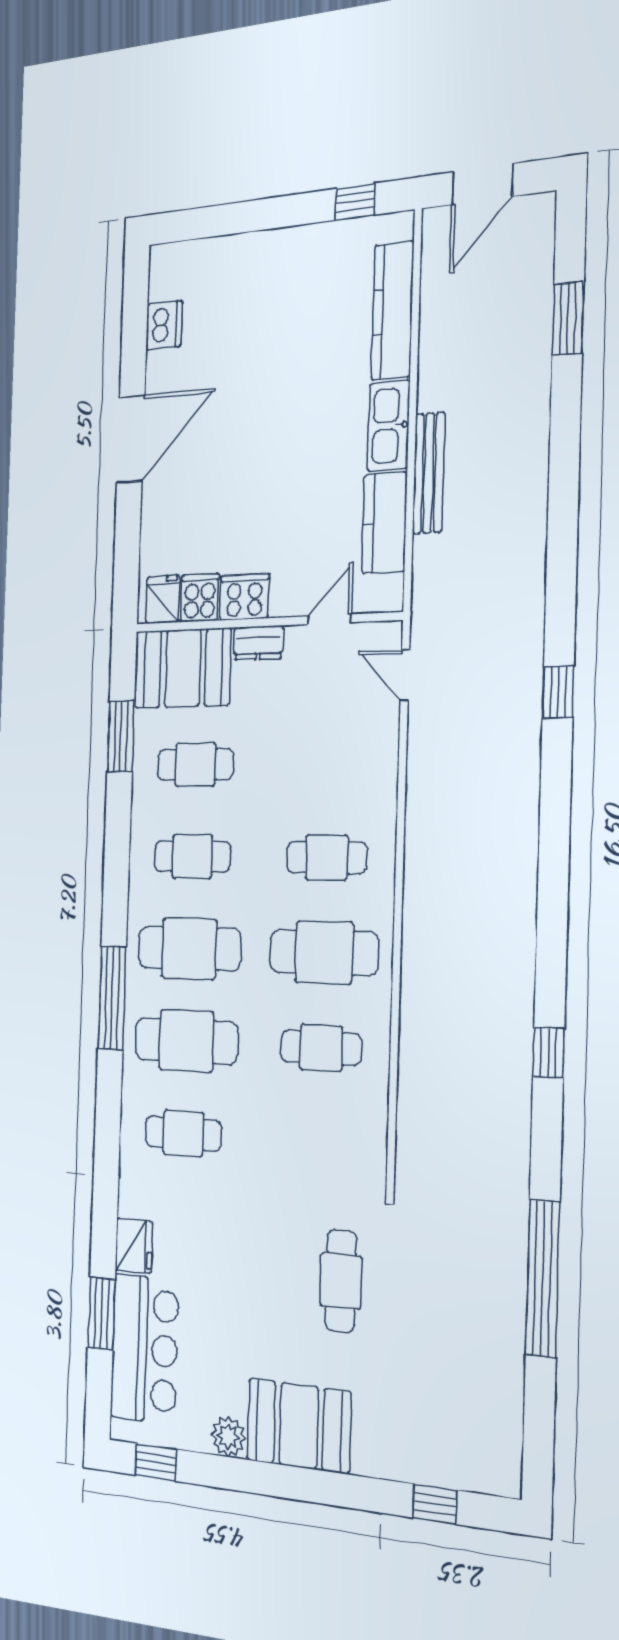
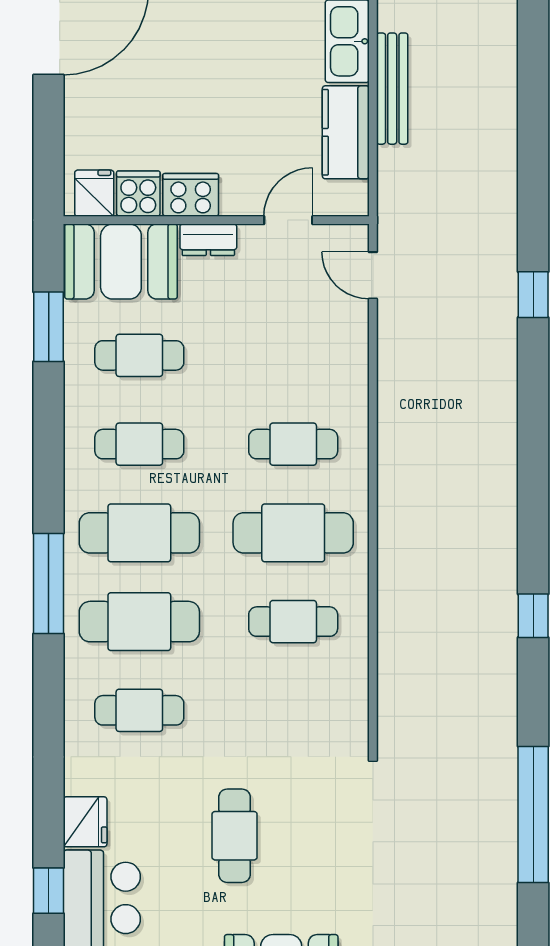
cafe table: (341, 1281) -> (235, 836), moved
window: (101, 1314) -> (49, 891), width x0.67

